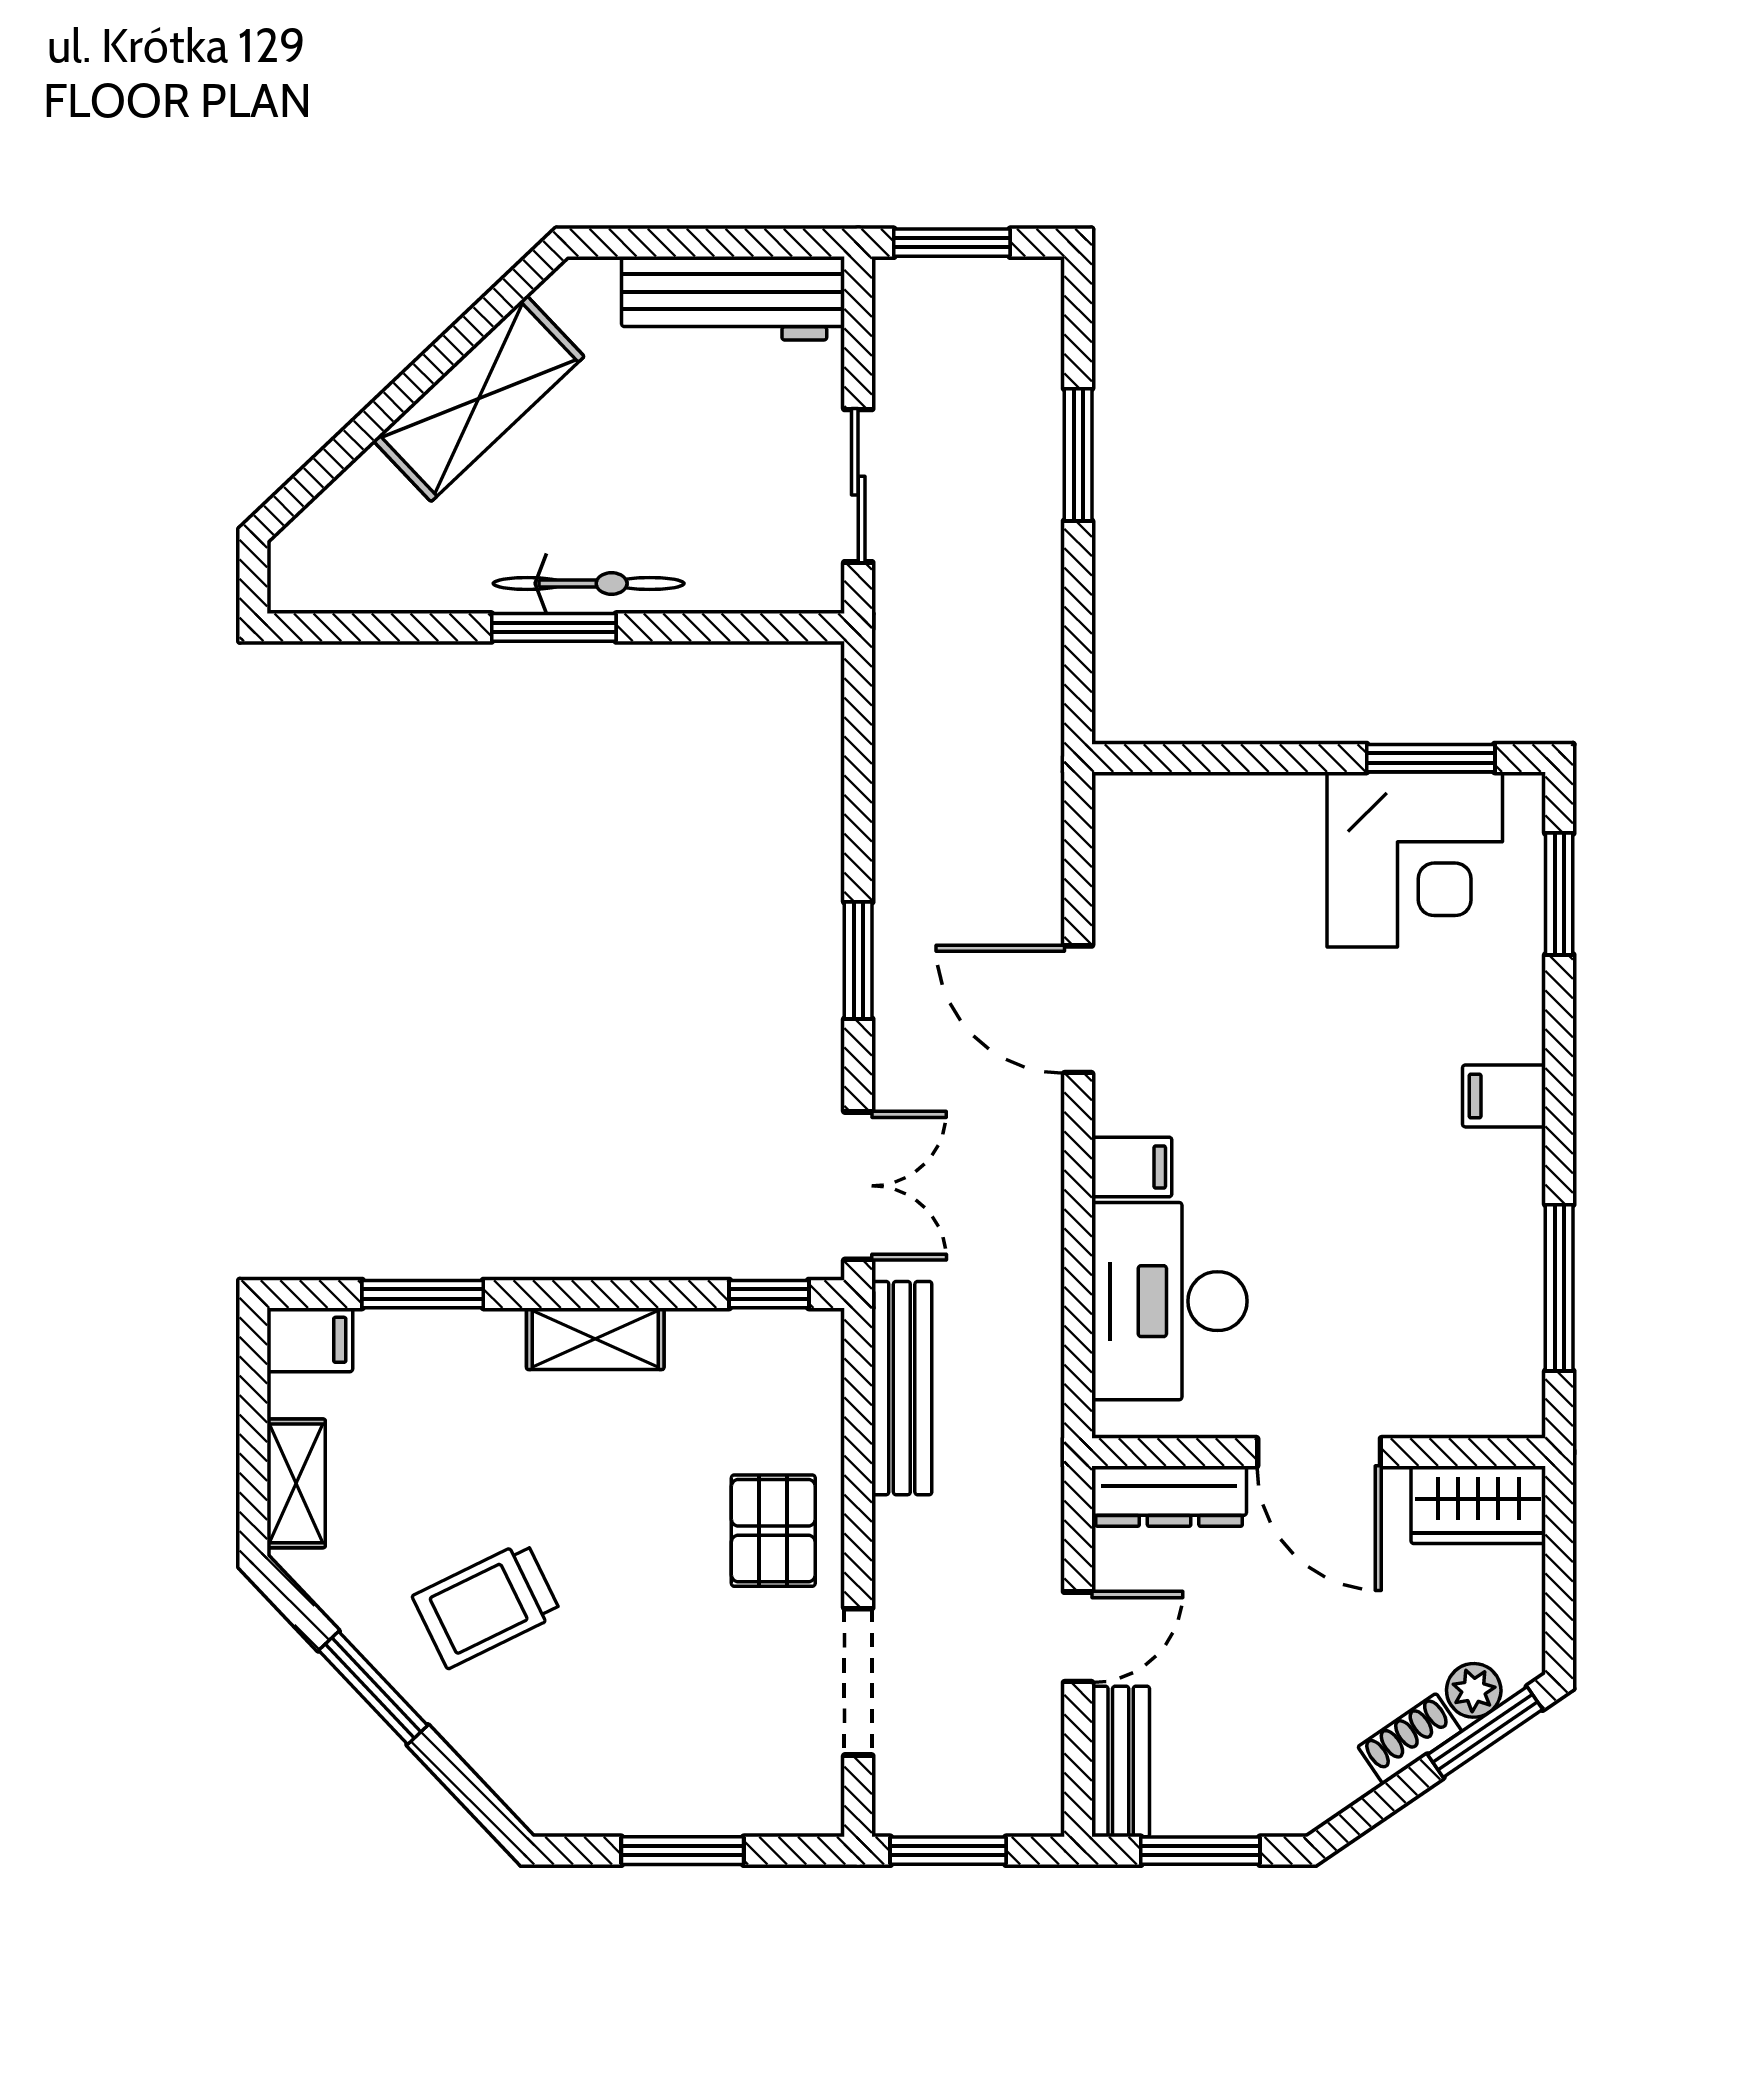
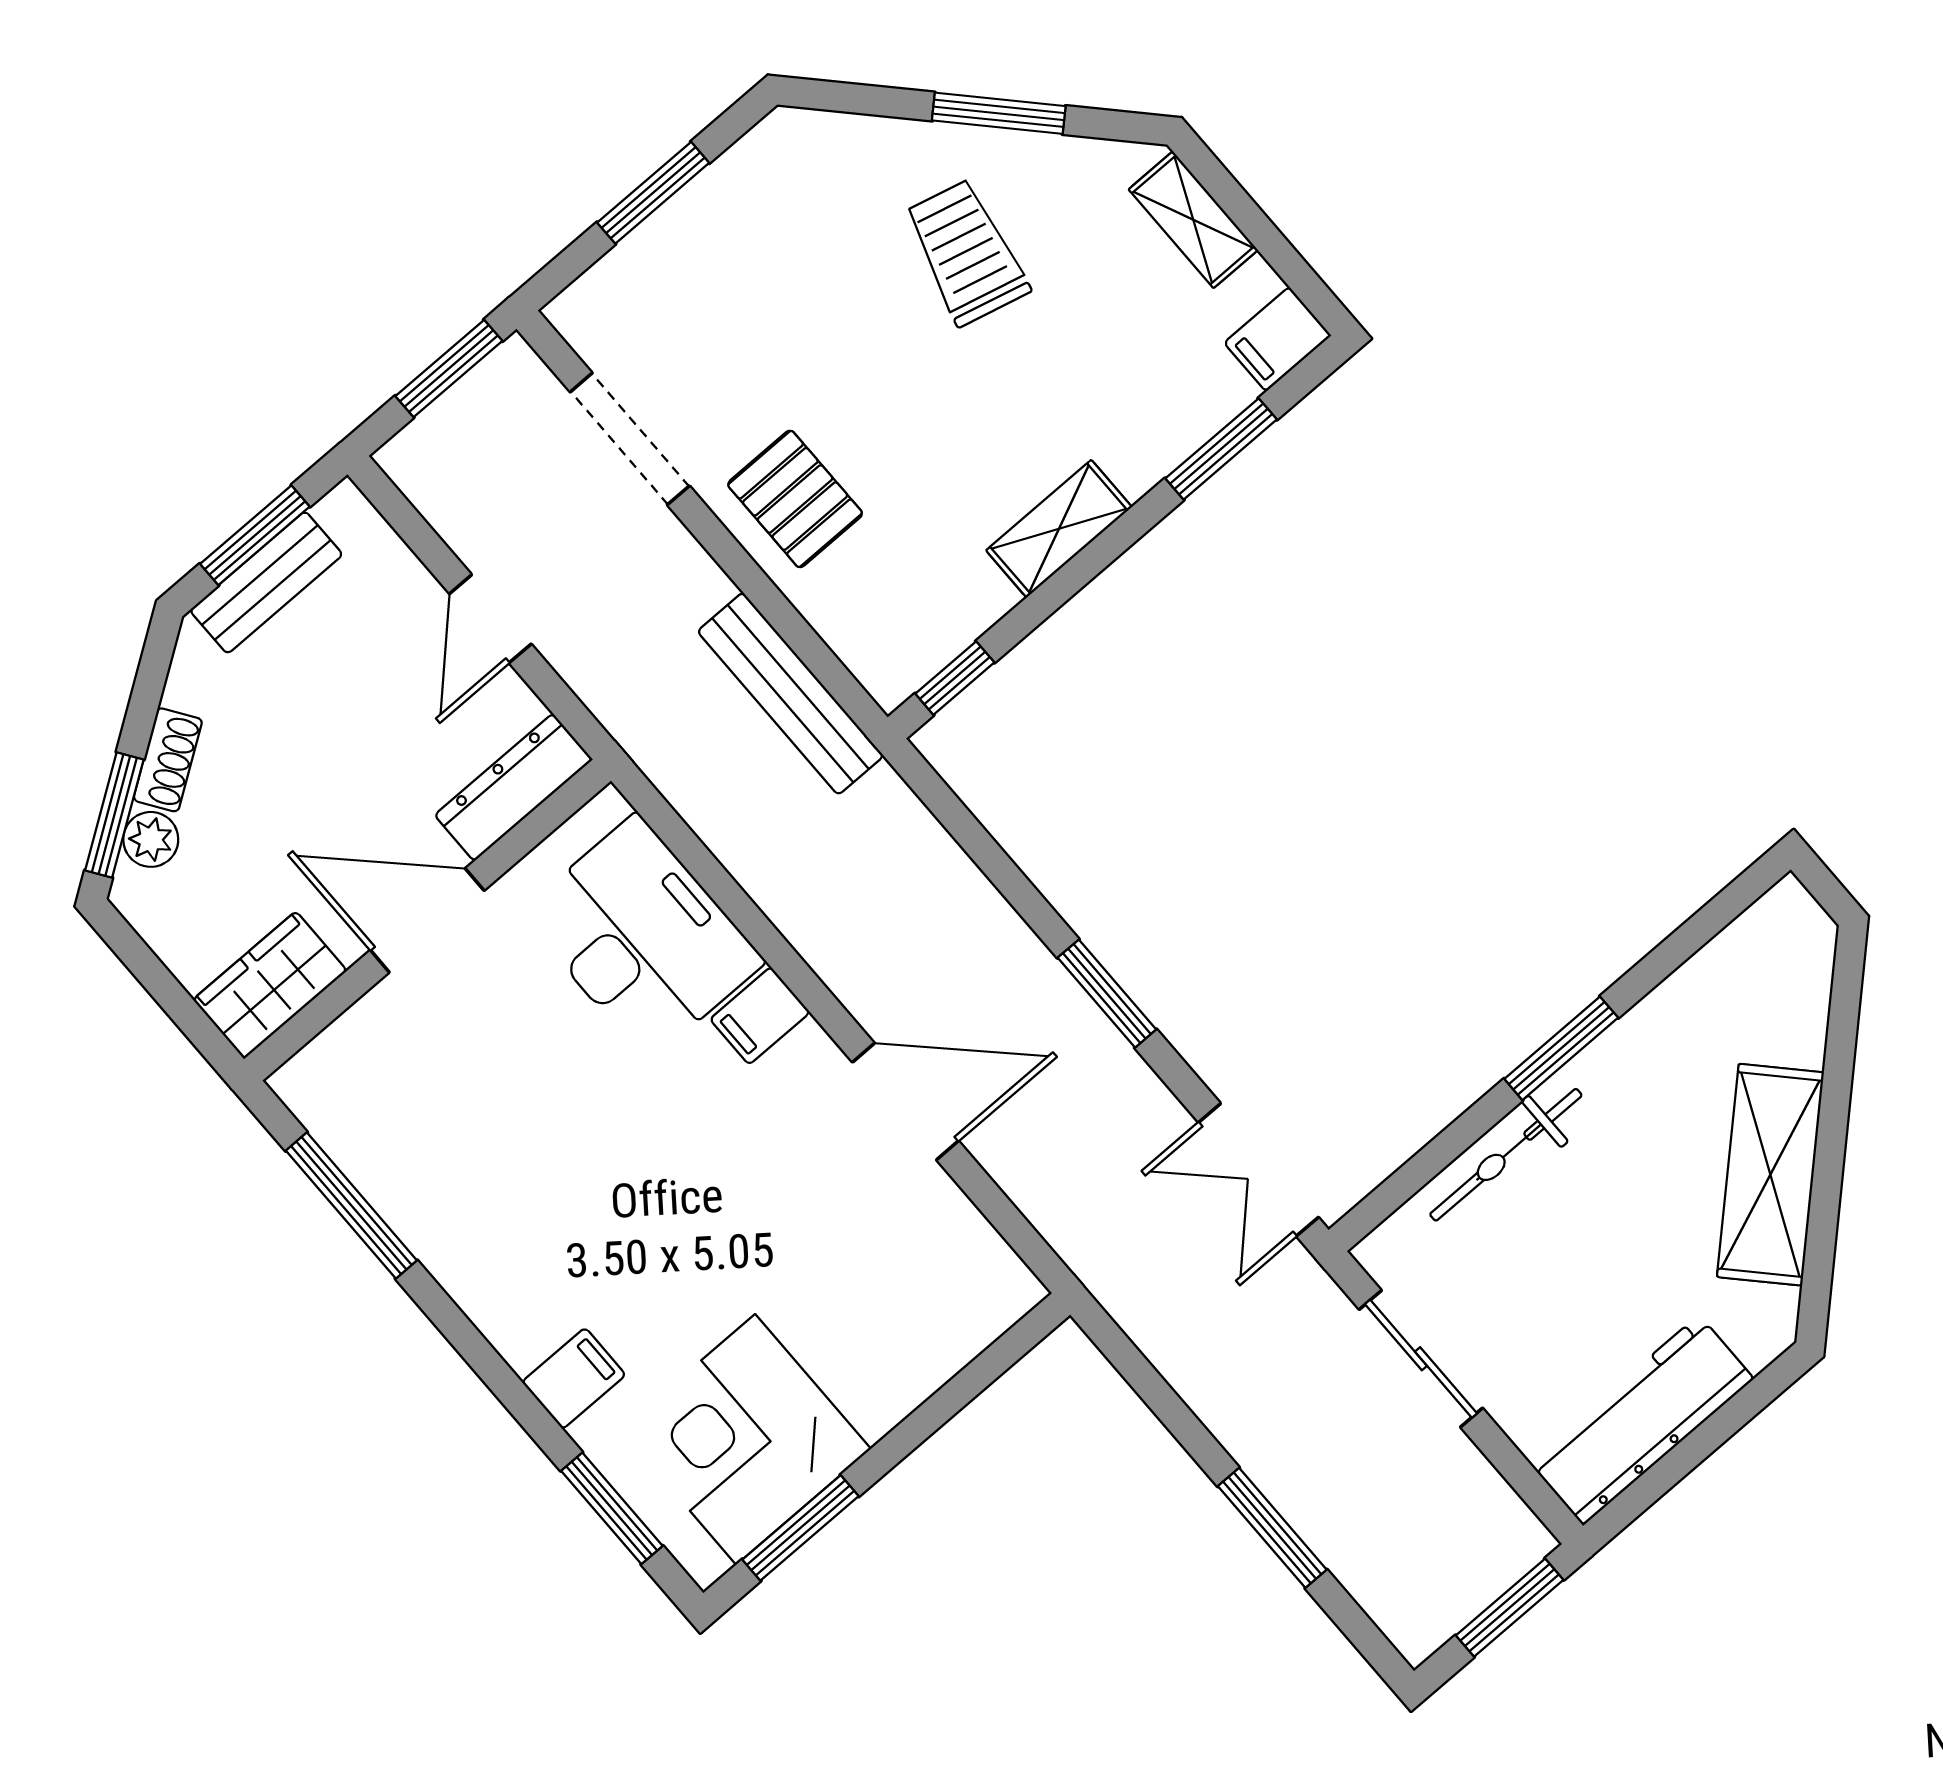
bicycle: (589, 583) -> (1506, 1155), moved
filing cabinet: (1504, 1096) -> (574, 1378), moved
double door: (858, 1186) -> (1258, 1170), moved
trolley: (487, 1605) -> (966, 252), turned -50
bench: (1121, 1762) -> (266, 582), moved, turned 90

